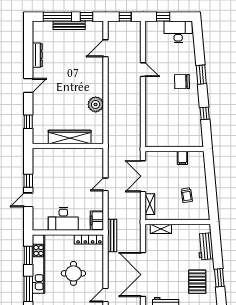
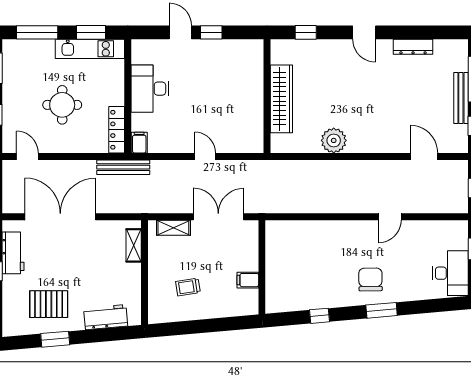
filing cabinet: (97, 221) -> (139, 143), width x0.50
kitchen unit: (39, 264) -> (90, 49), width x0.73

